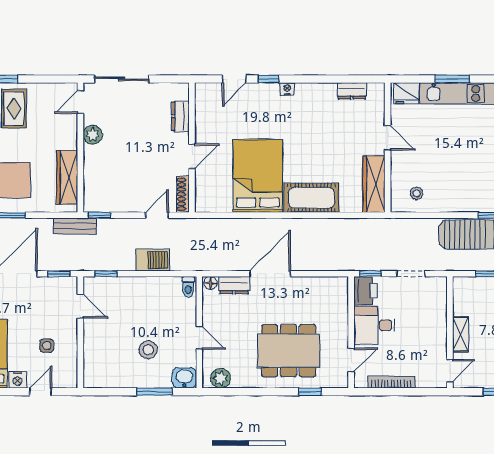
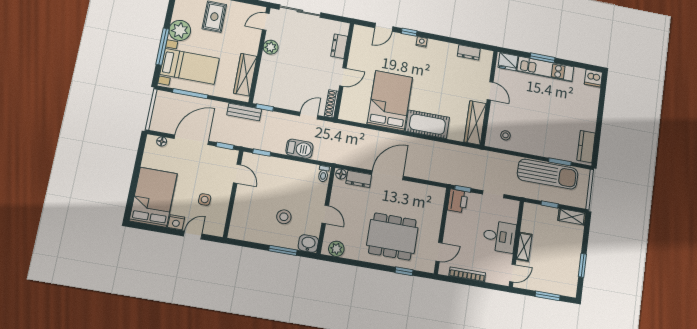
desk: (374, 325) -> (499, 236), moved, turned 180

